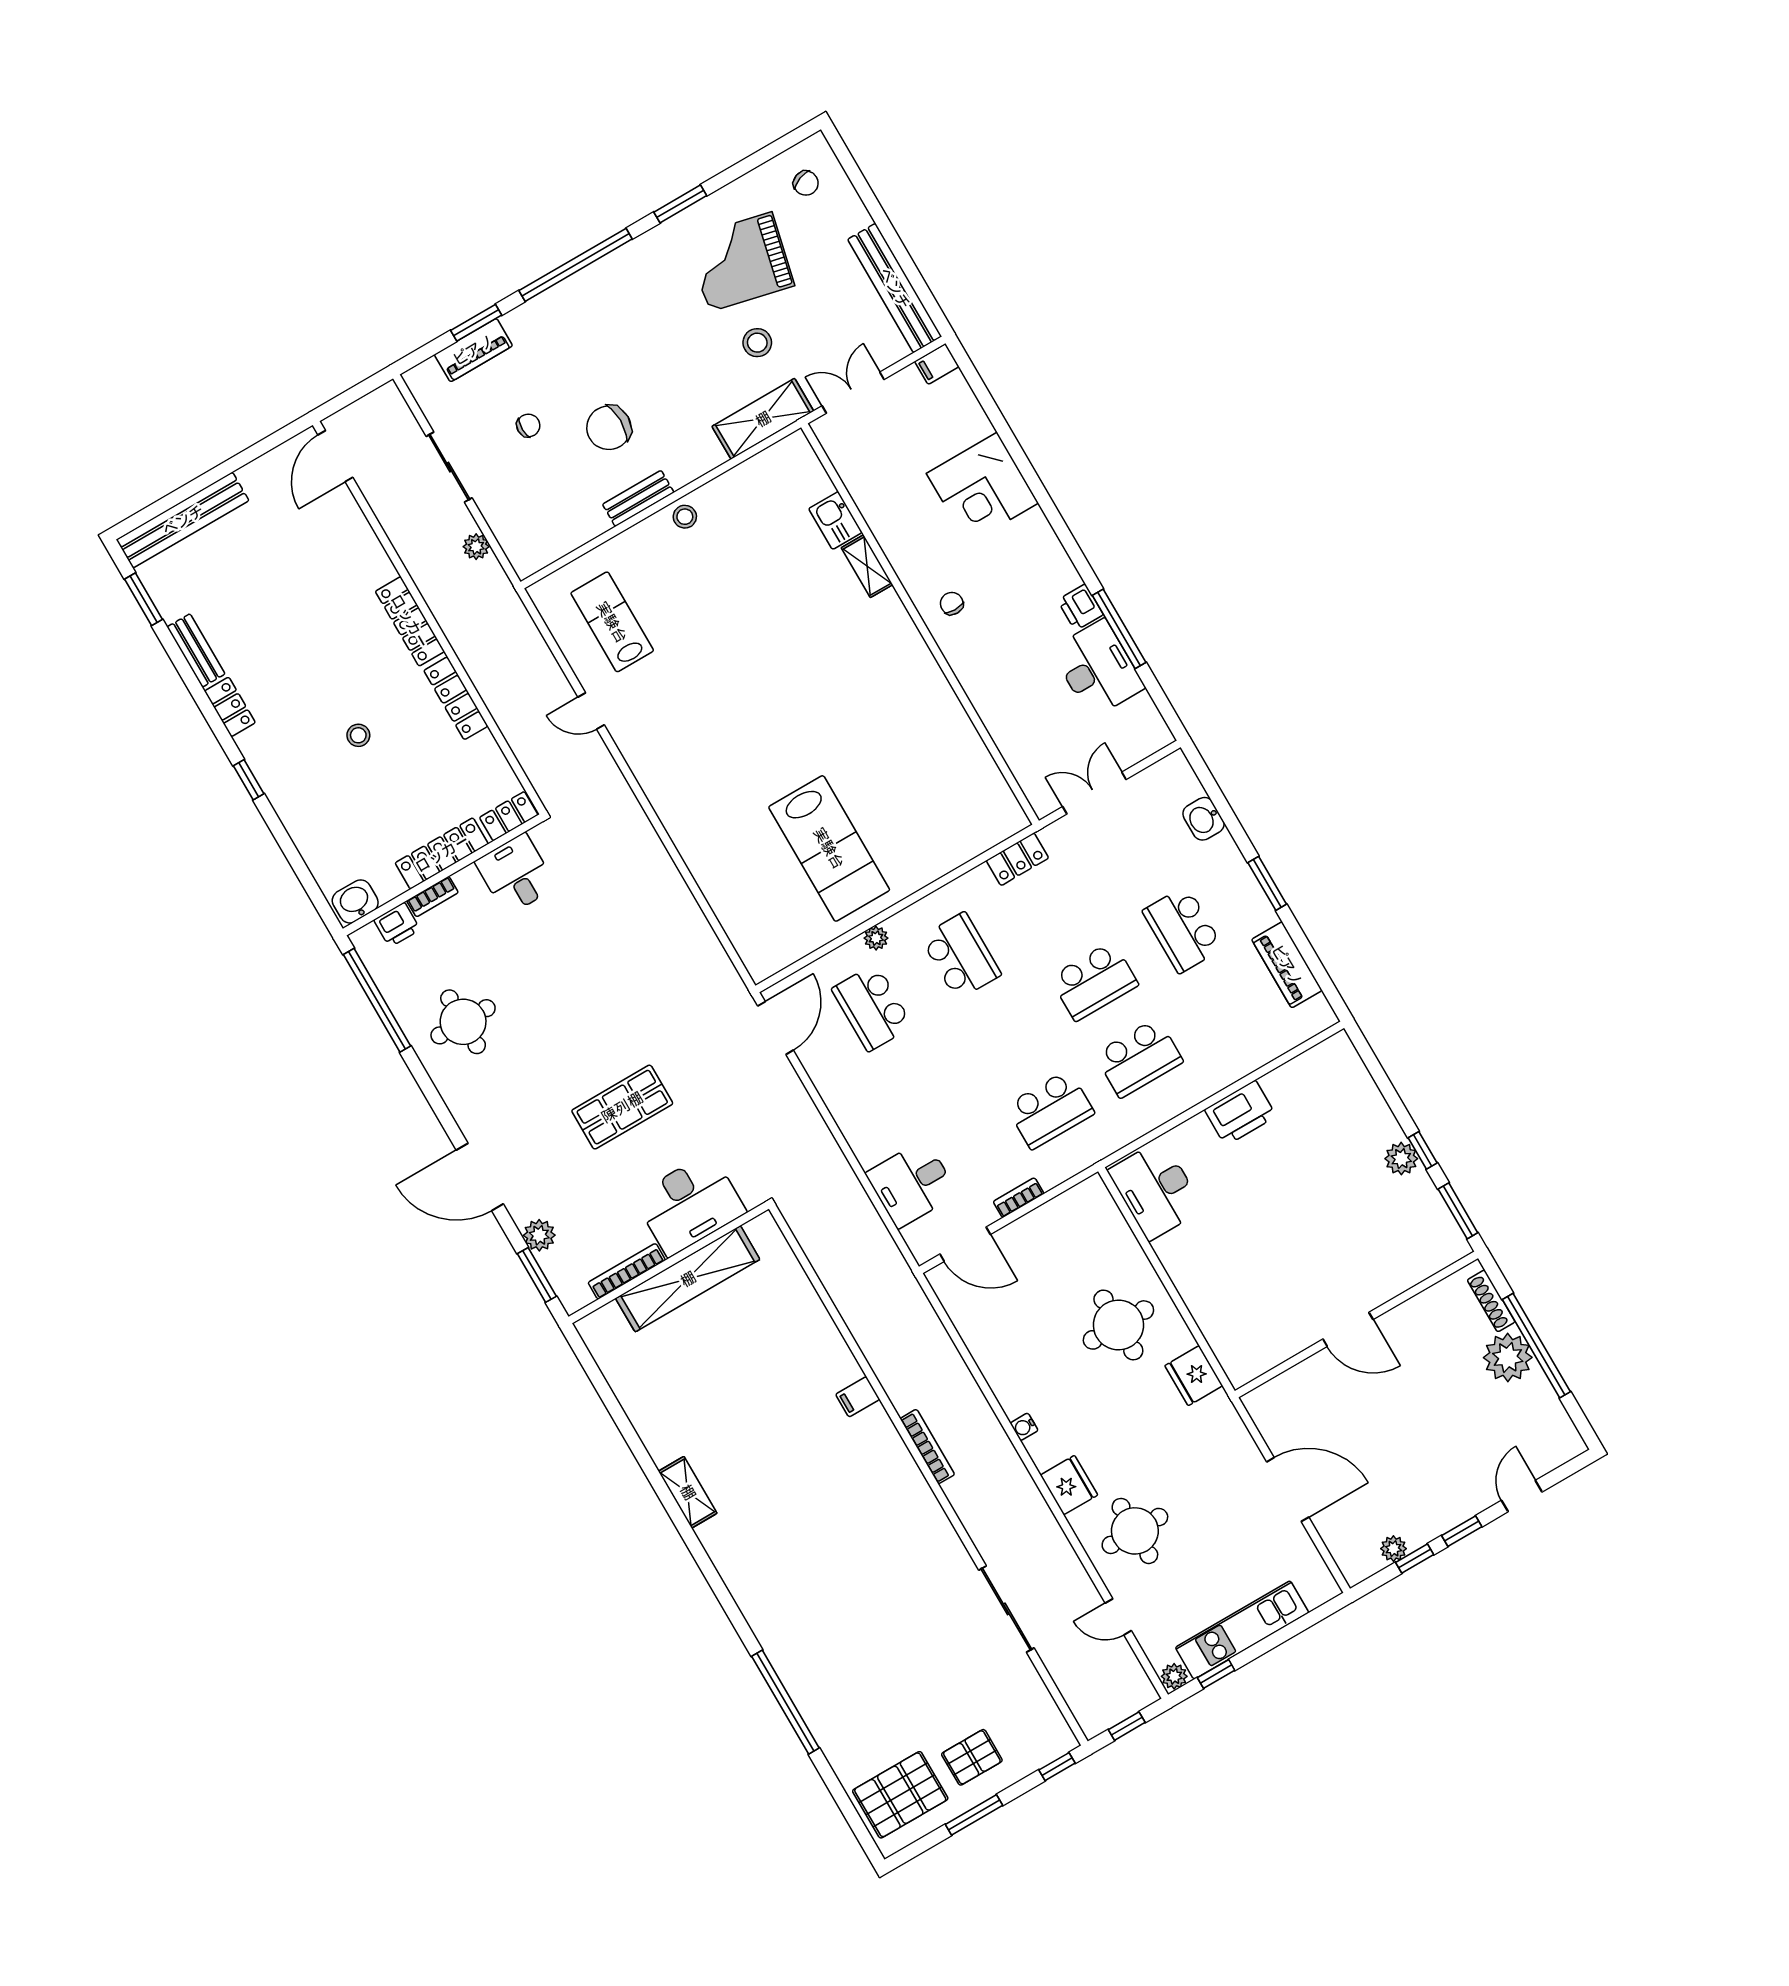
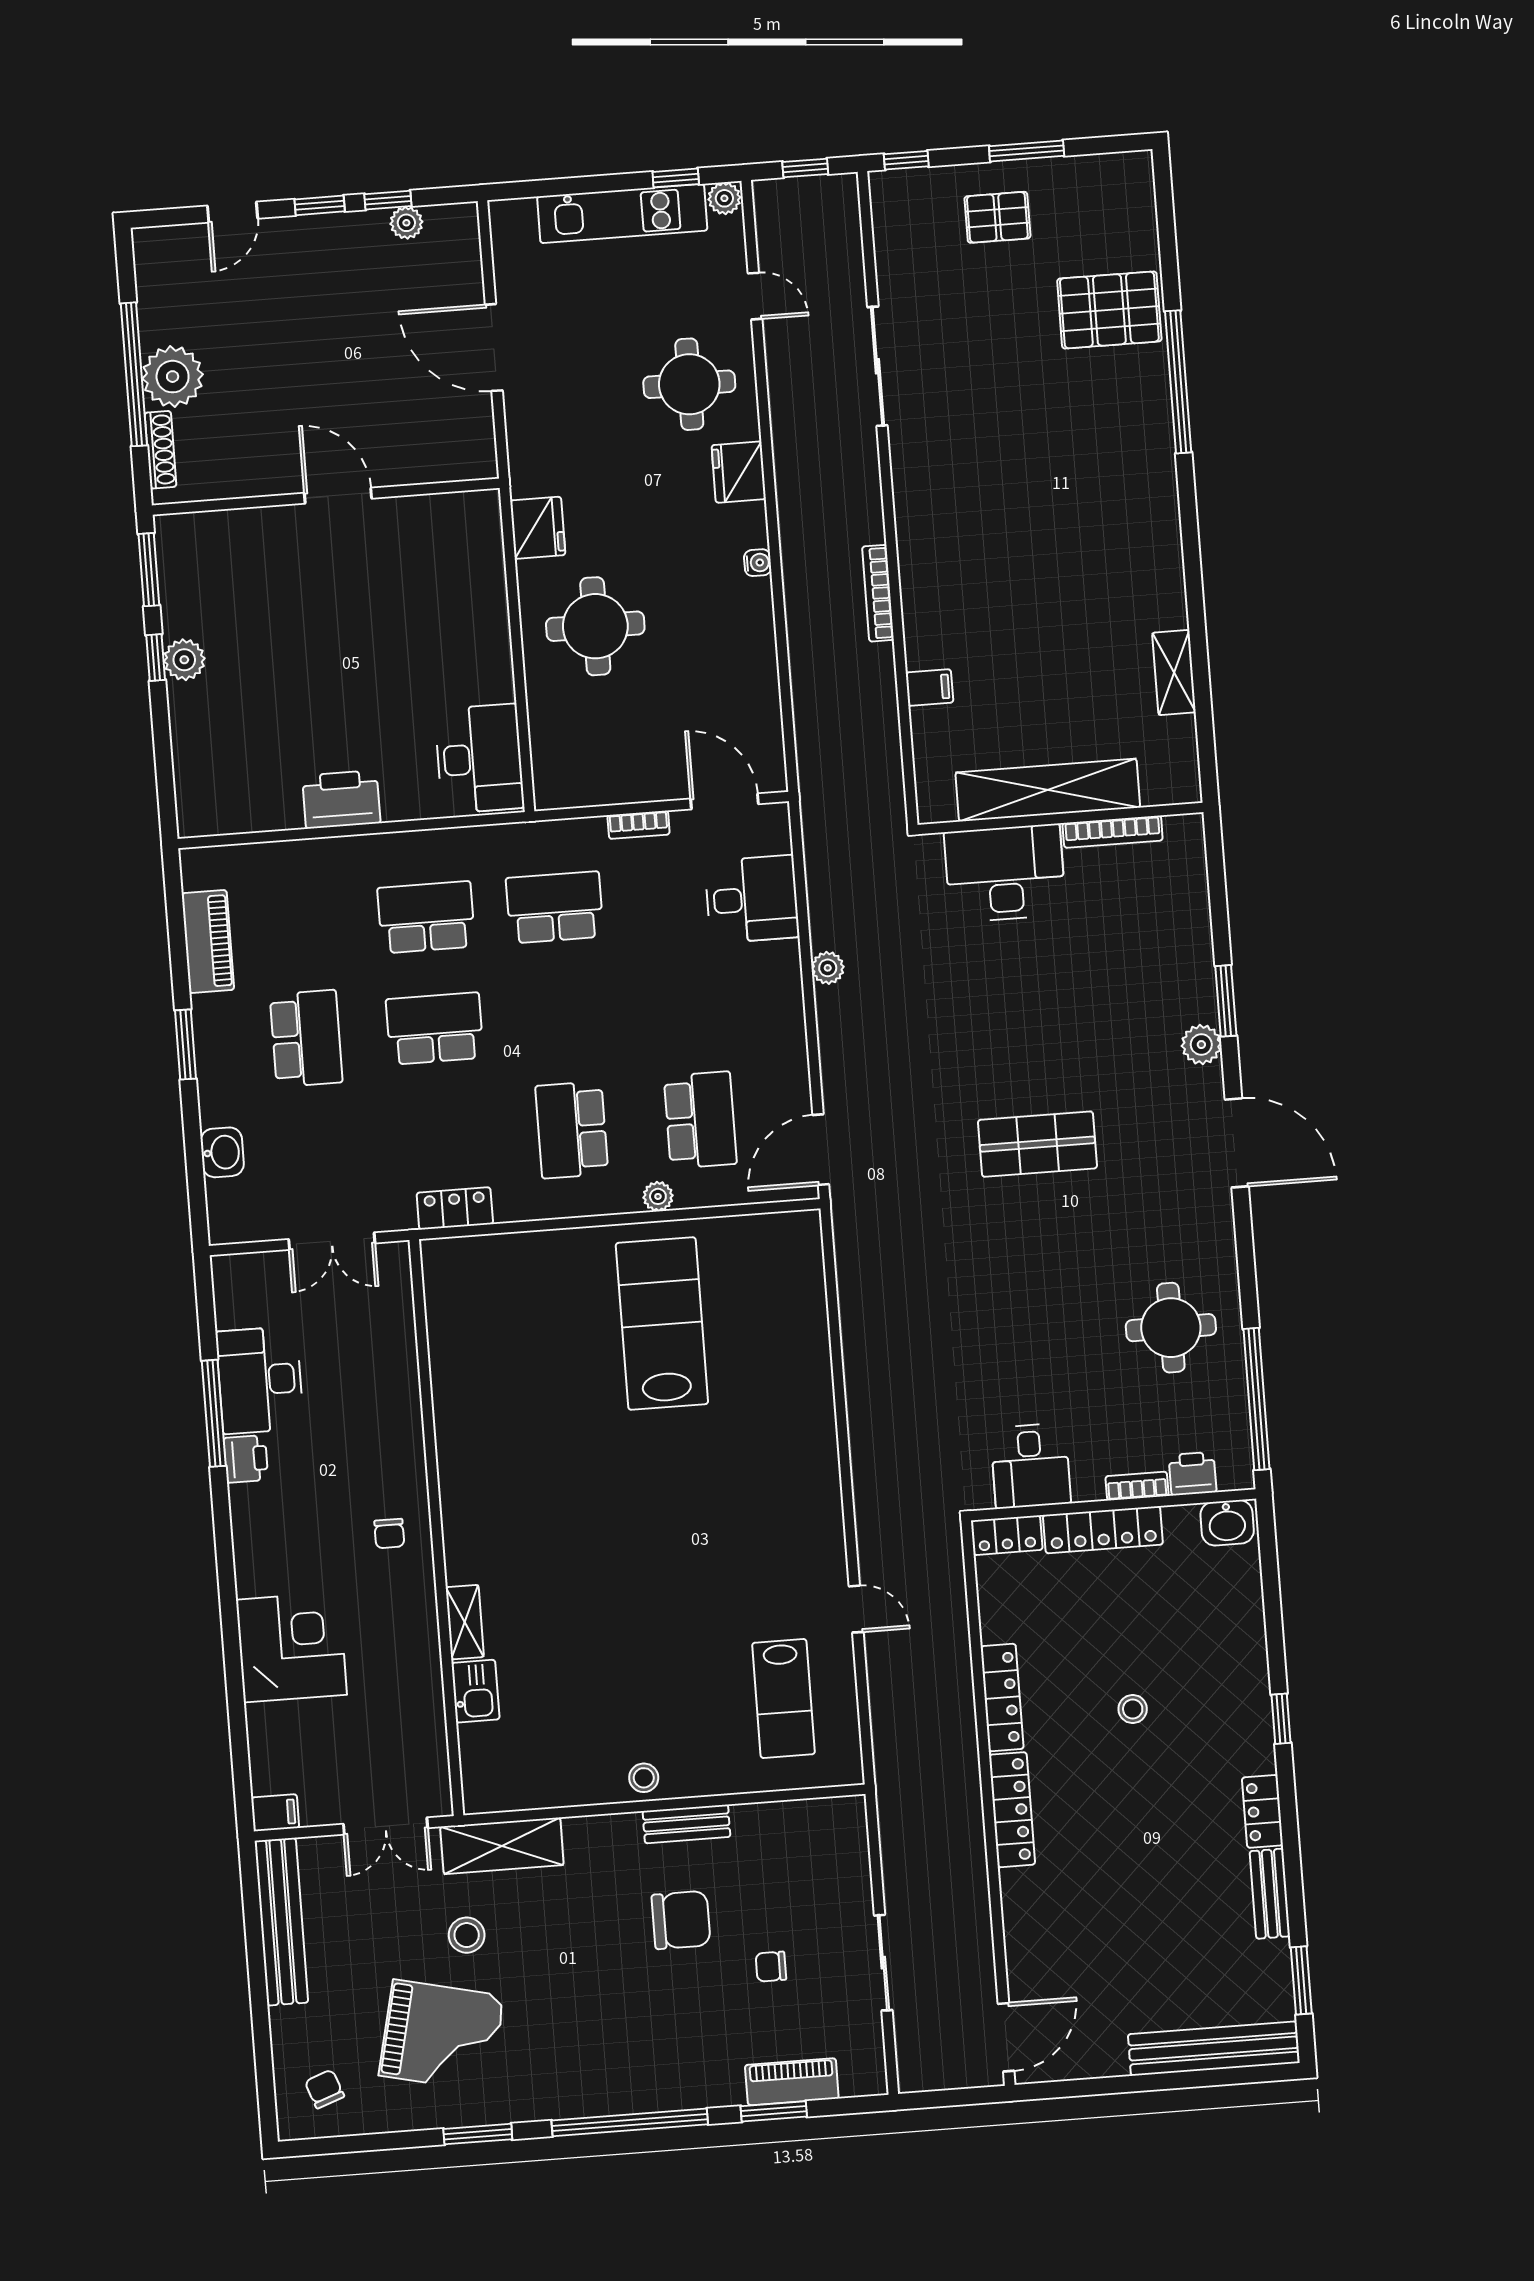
plant: (476, 547) -> (828, 968), moved
desk: (690, 1204) -> (1005, 873), moved
wall: (669, 1263) -> (1060, 818), moved
bookcase: (627, 1271) -> (1113, 832), moved
shelving: (688, 1279) -> (1048, 790), moved
pallet: (900, 1795) -> (1109, 310), moved

